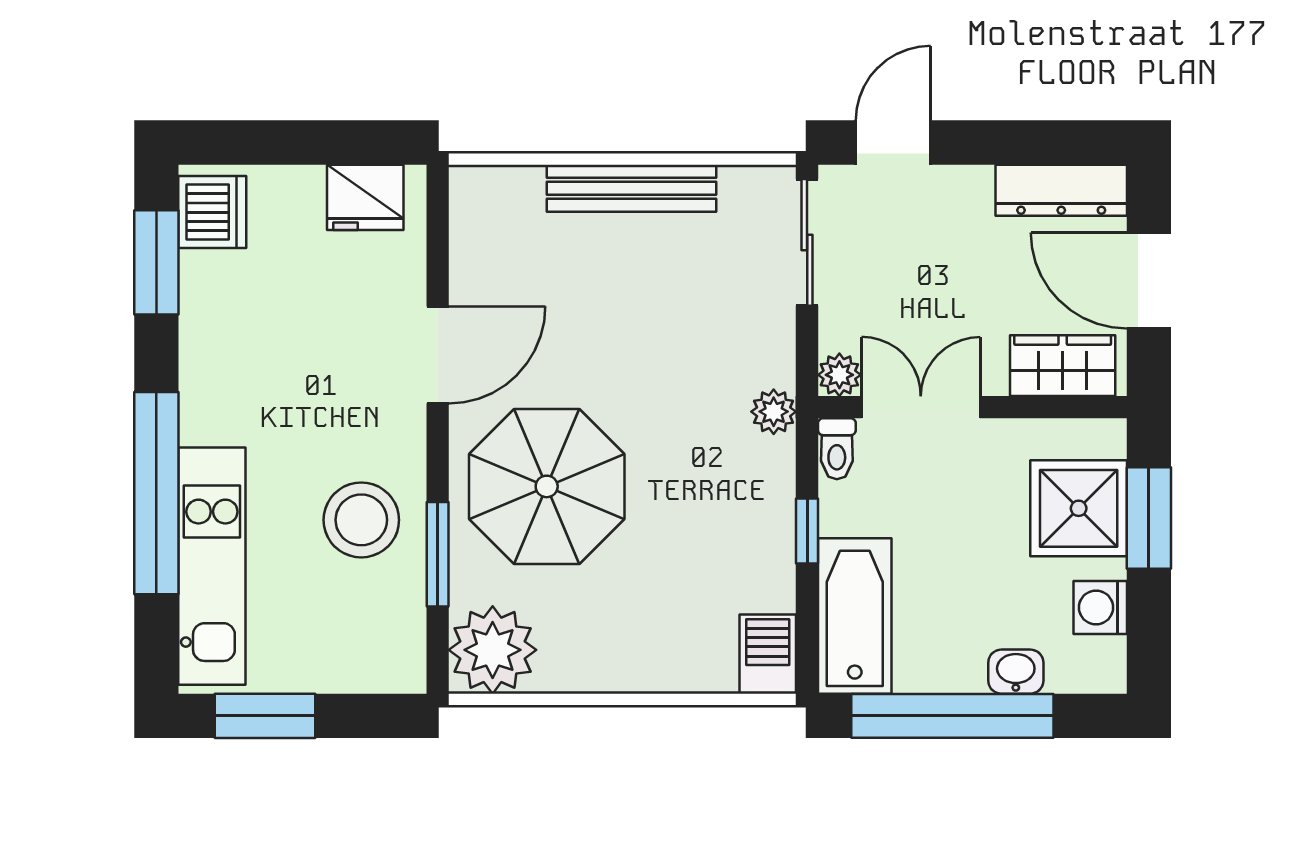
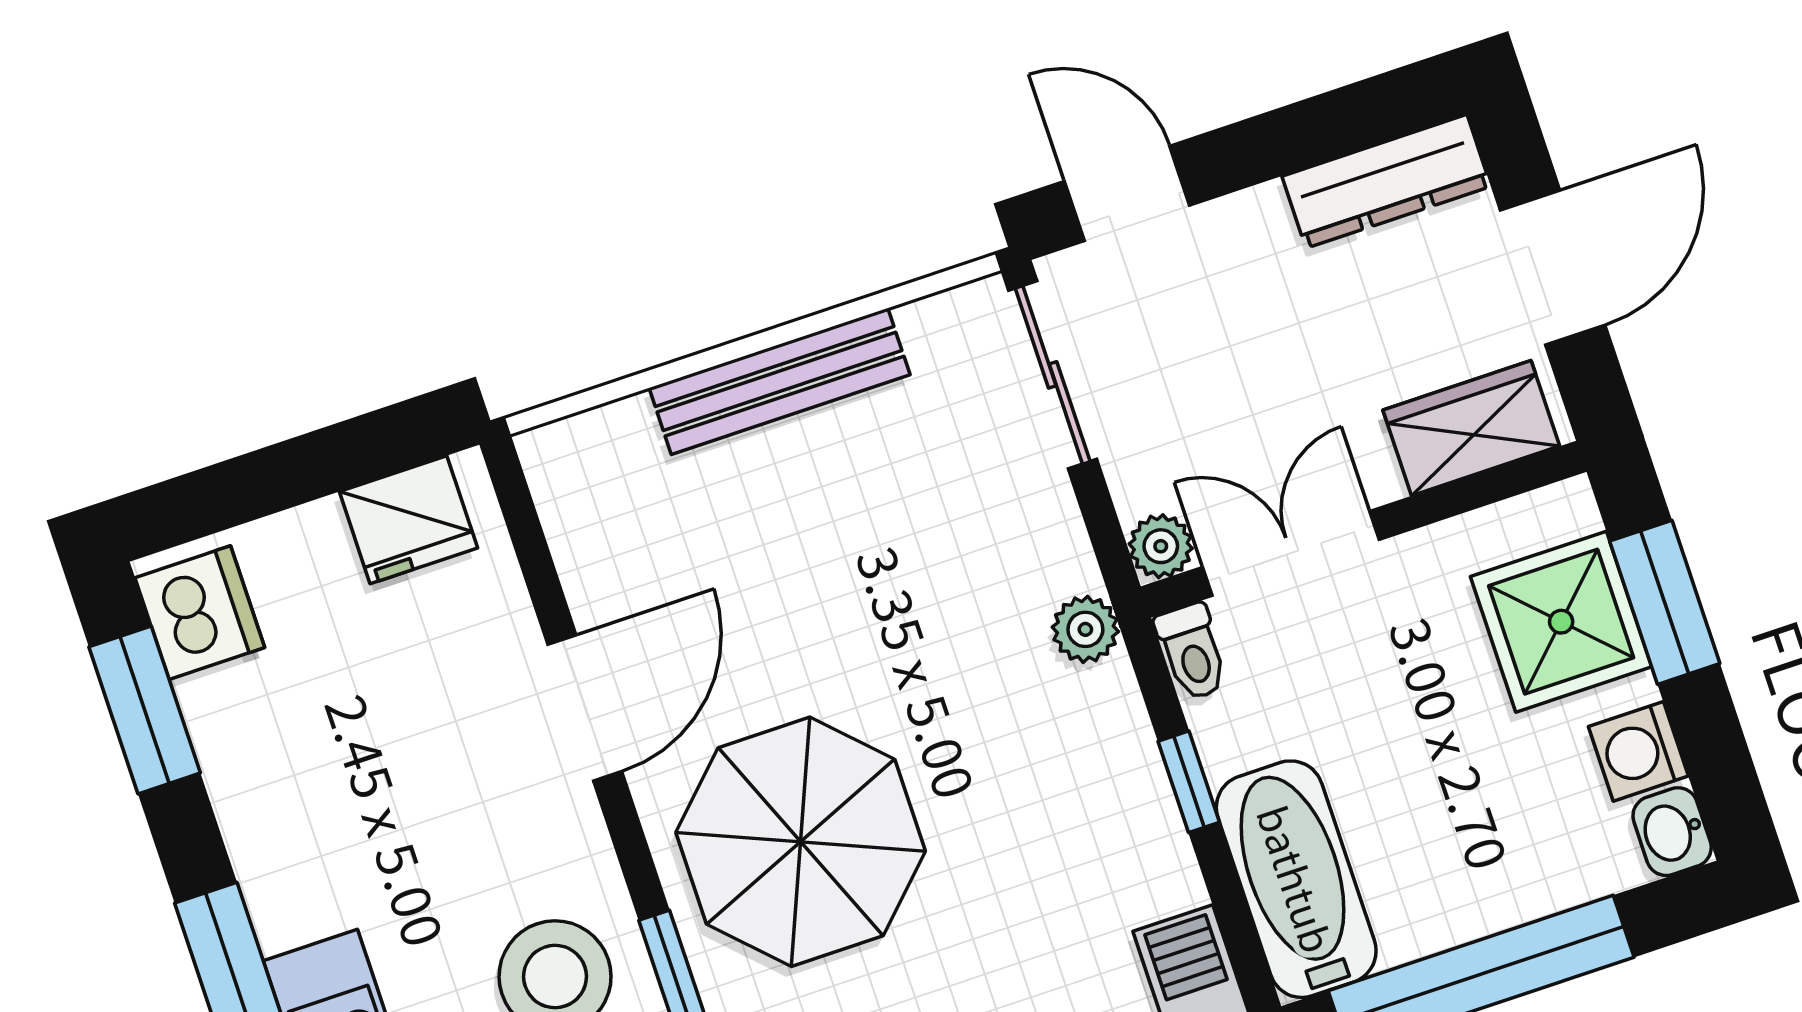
door: (893, 142) -> (1127, 193), hinge flipped
door: (1149, 281) -> (1553, 267), swing flipped
washbasin: (1016, 672) -> (1672, 832), moved, turned -90

